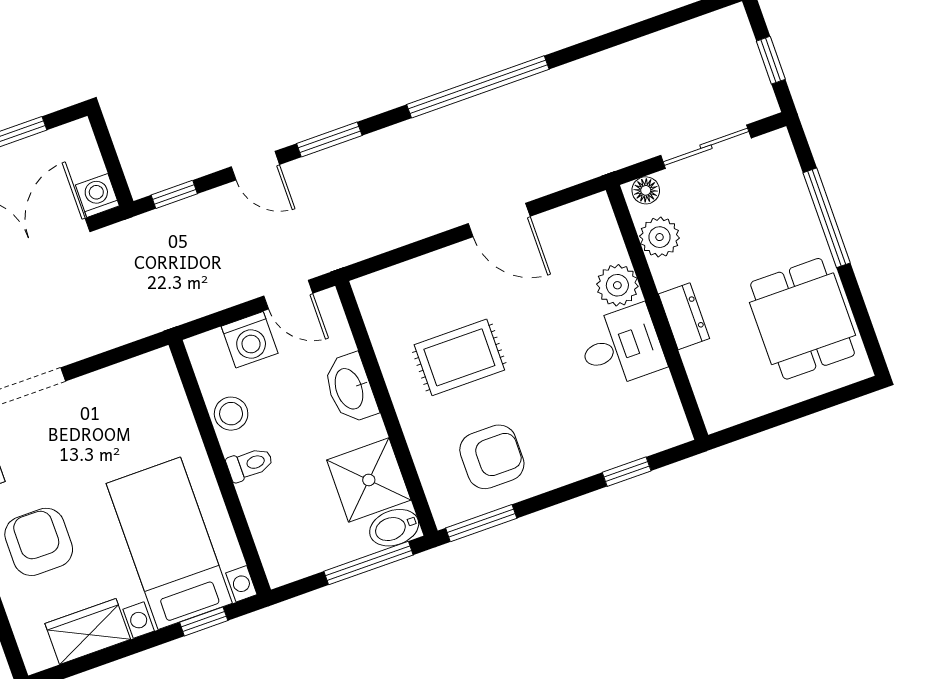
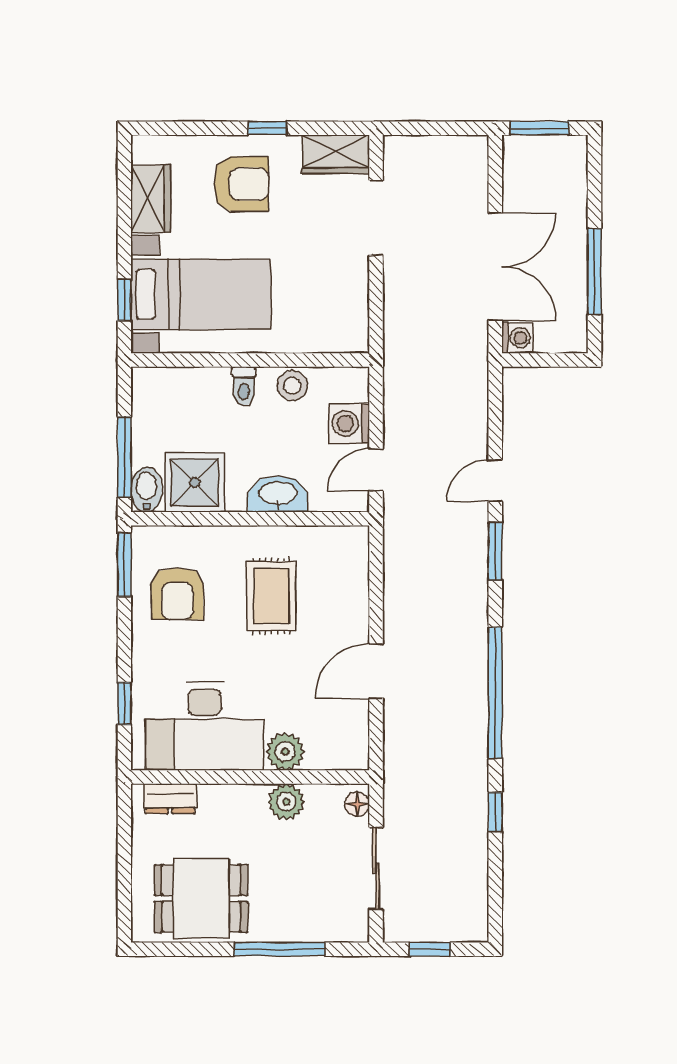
window: (174, 194) -> (495, 812), moved
plant: (660, 237) -> (286, 802), moved
dresser: (684, 316) -> (170, 799), moved
desk: (621, 346) -> (205, 726), width x1.87, depth x1.30

